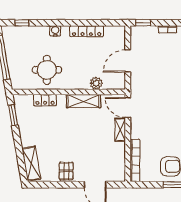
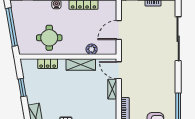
window: (13, 115) -> (22, 88), moved

